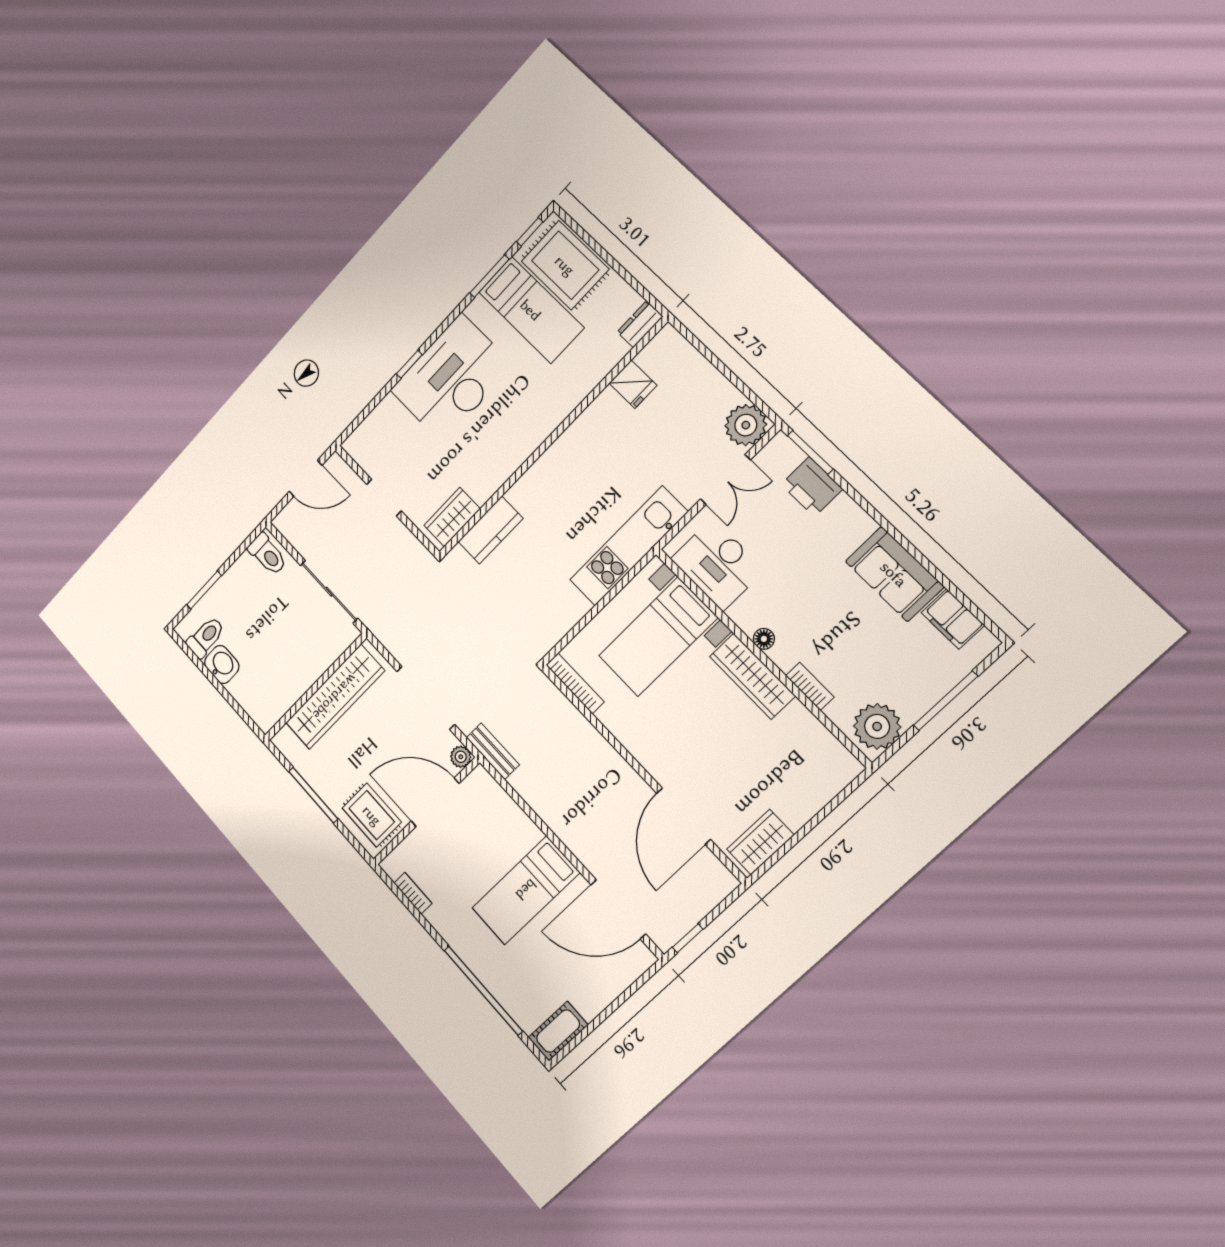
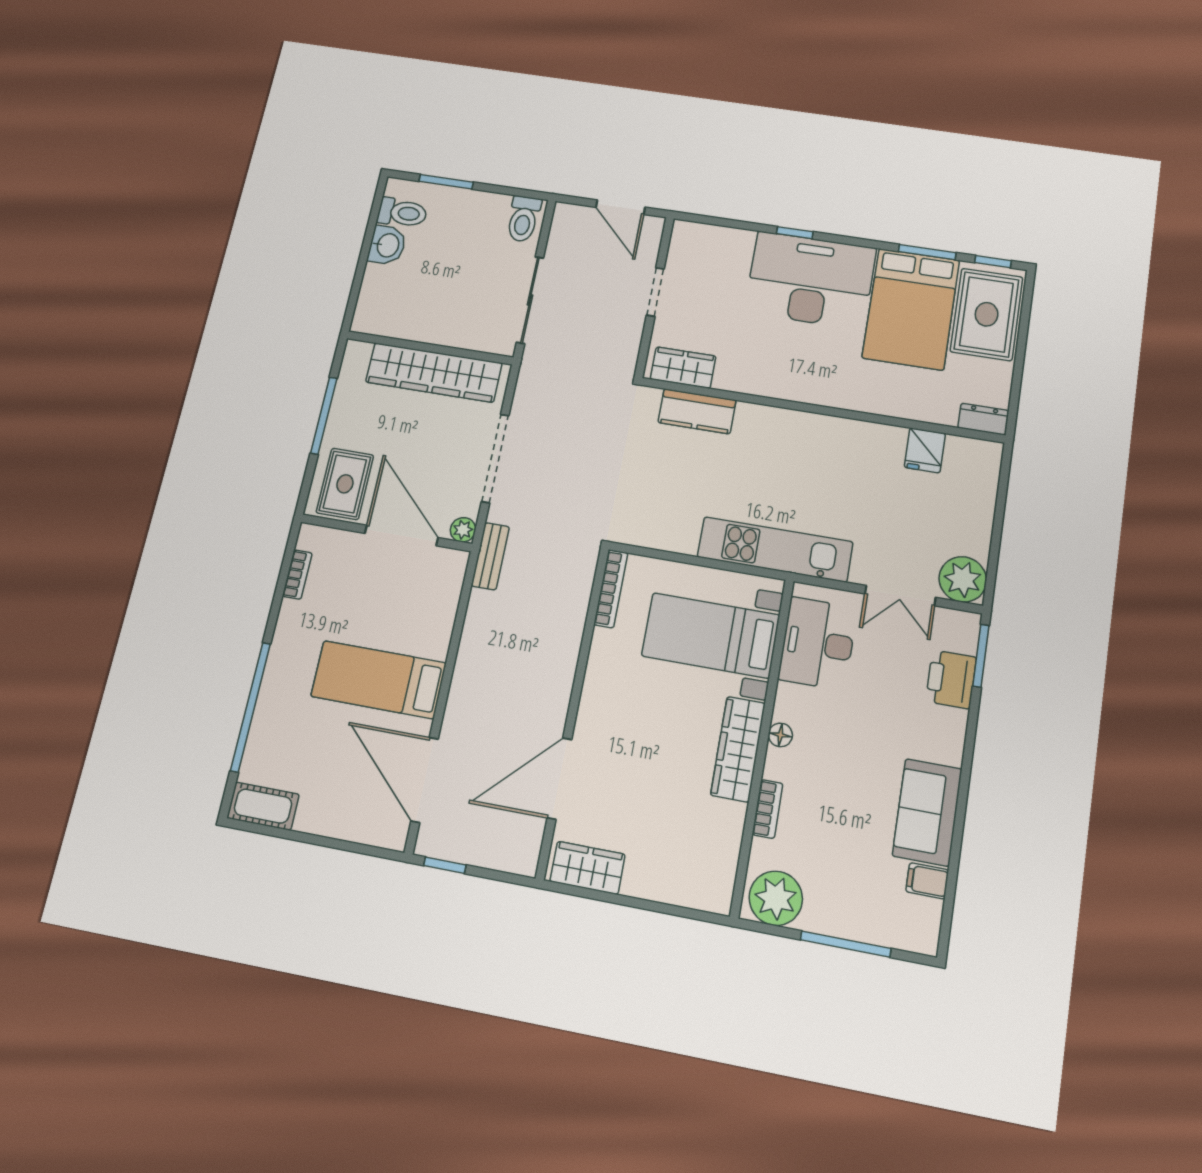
bed: (531, 310) -> (911, 309), width x1.50
filing cabinet: (953, 619) -> (927, 881), width x0.50

